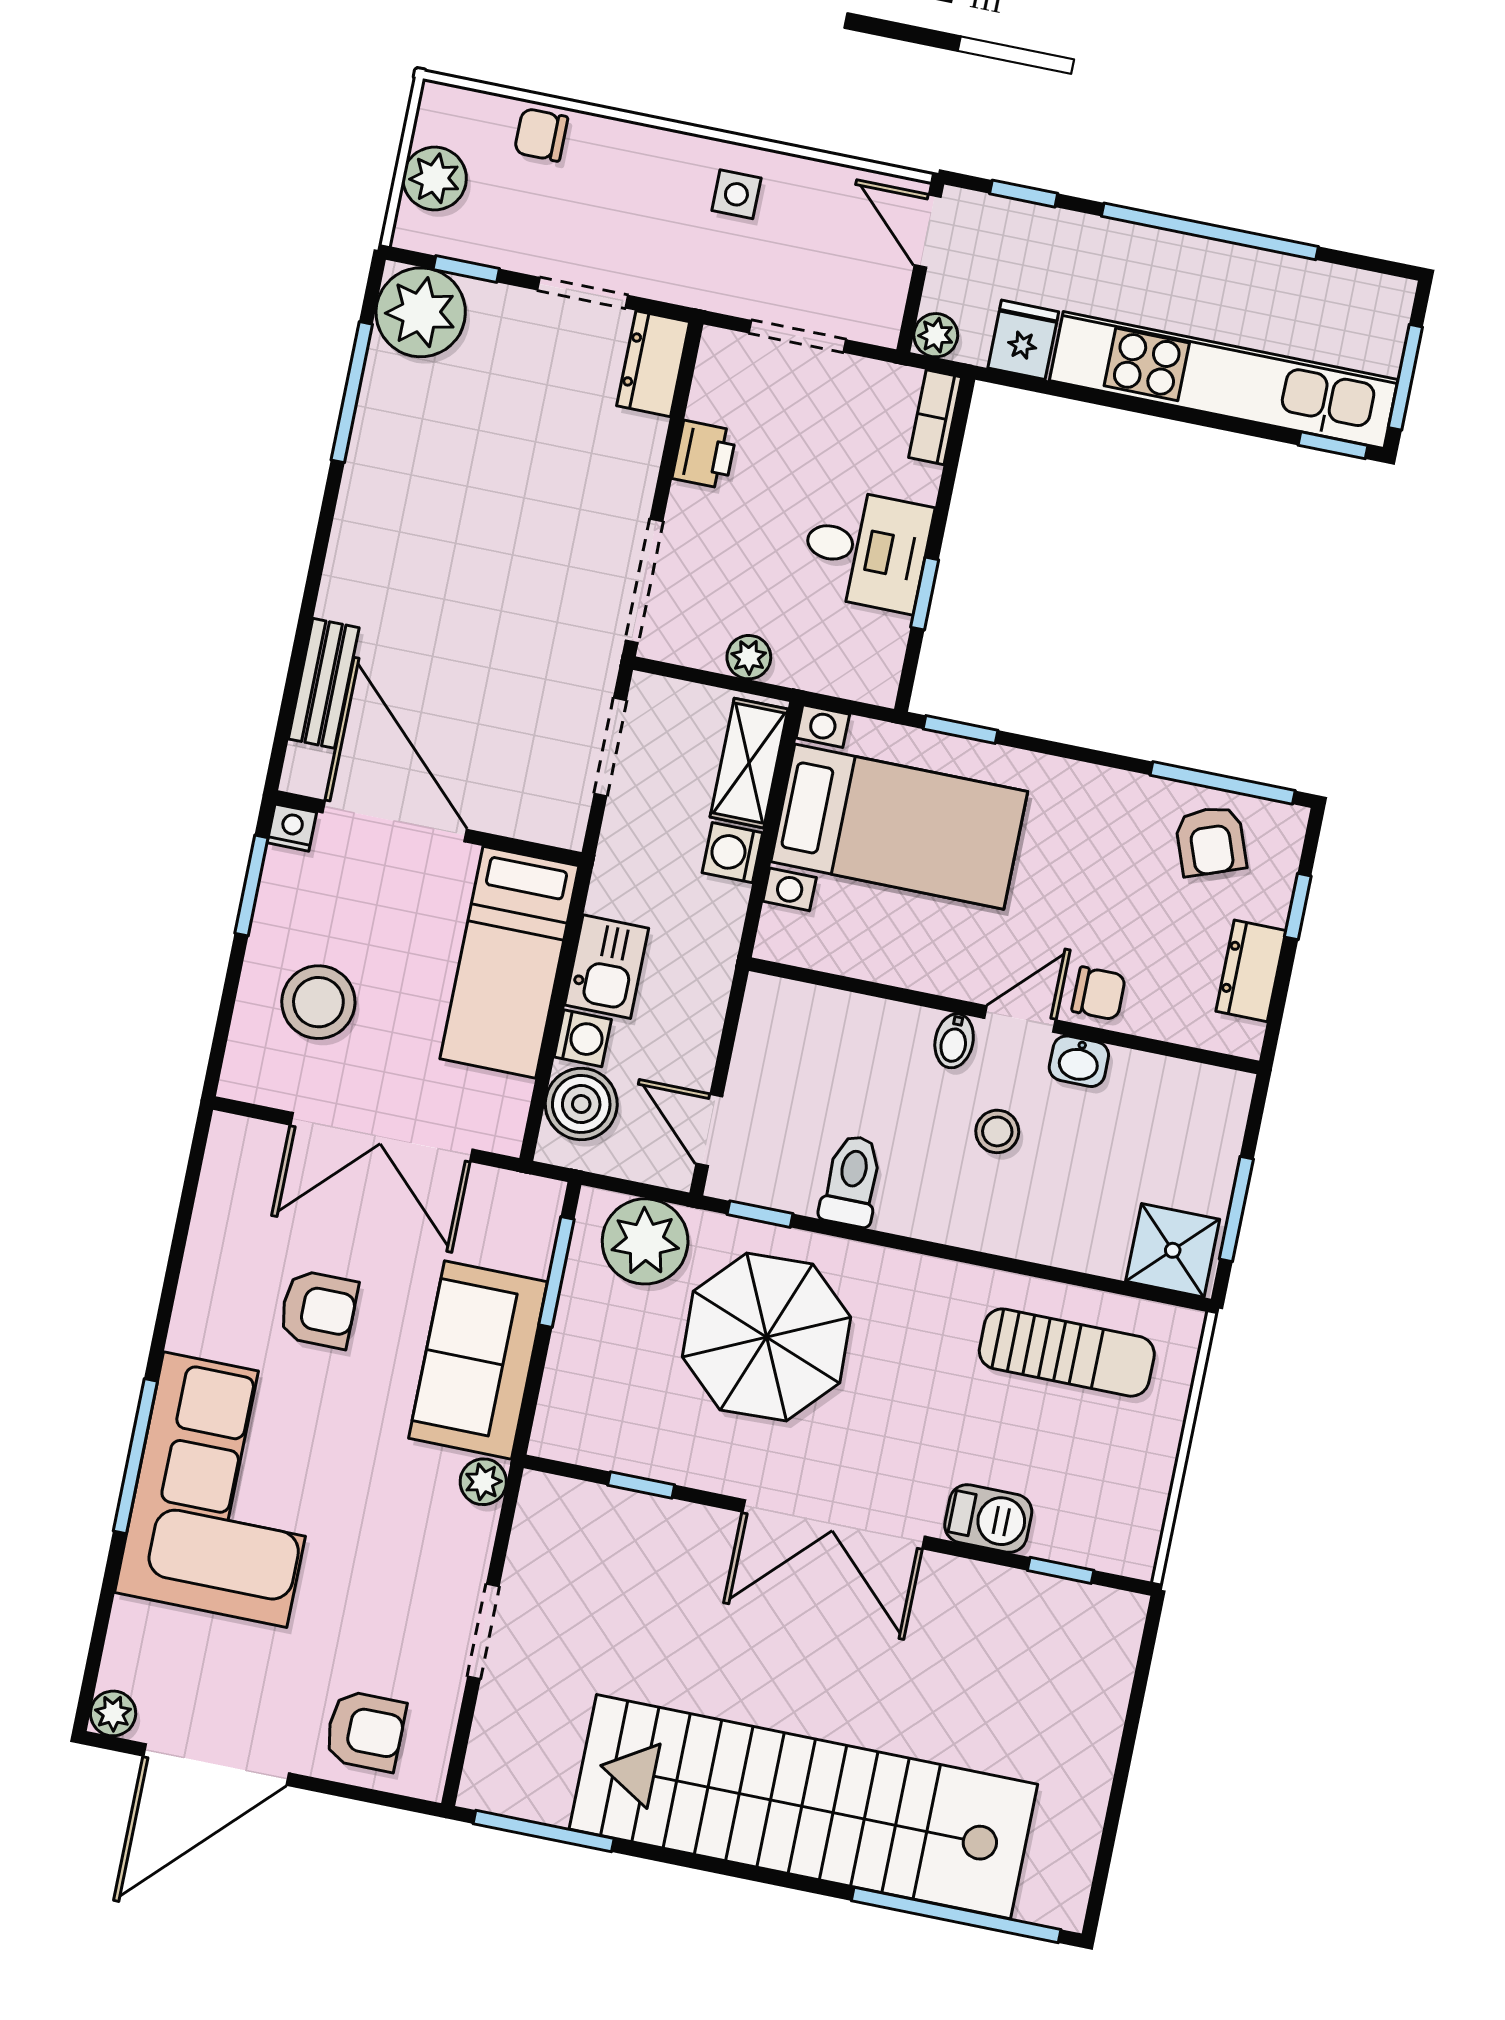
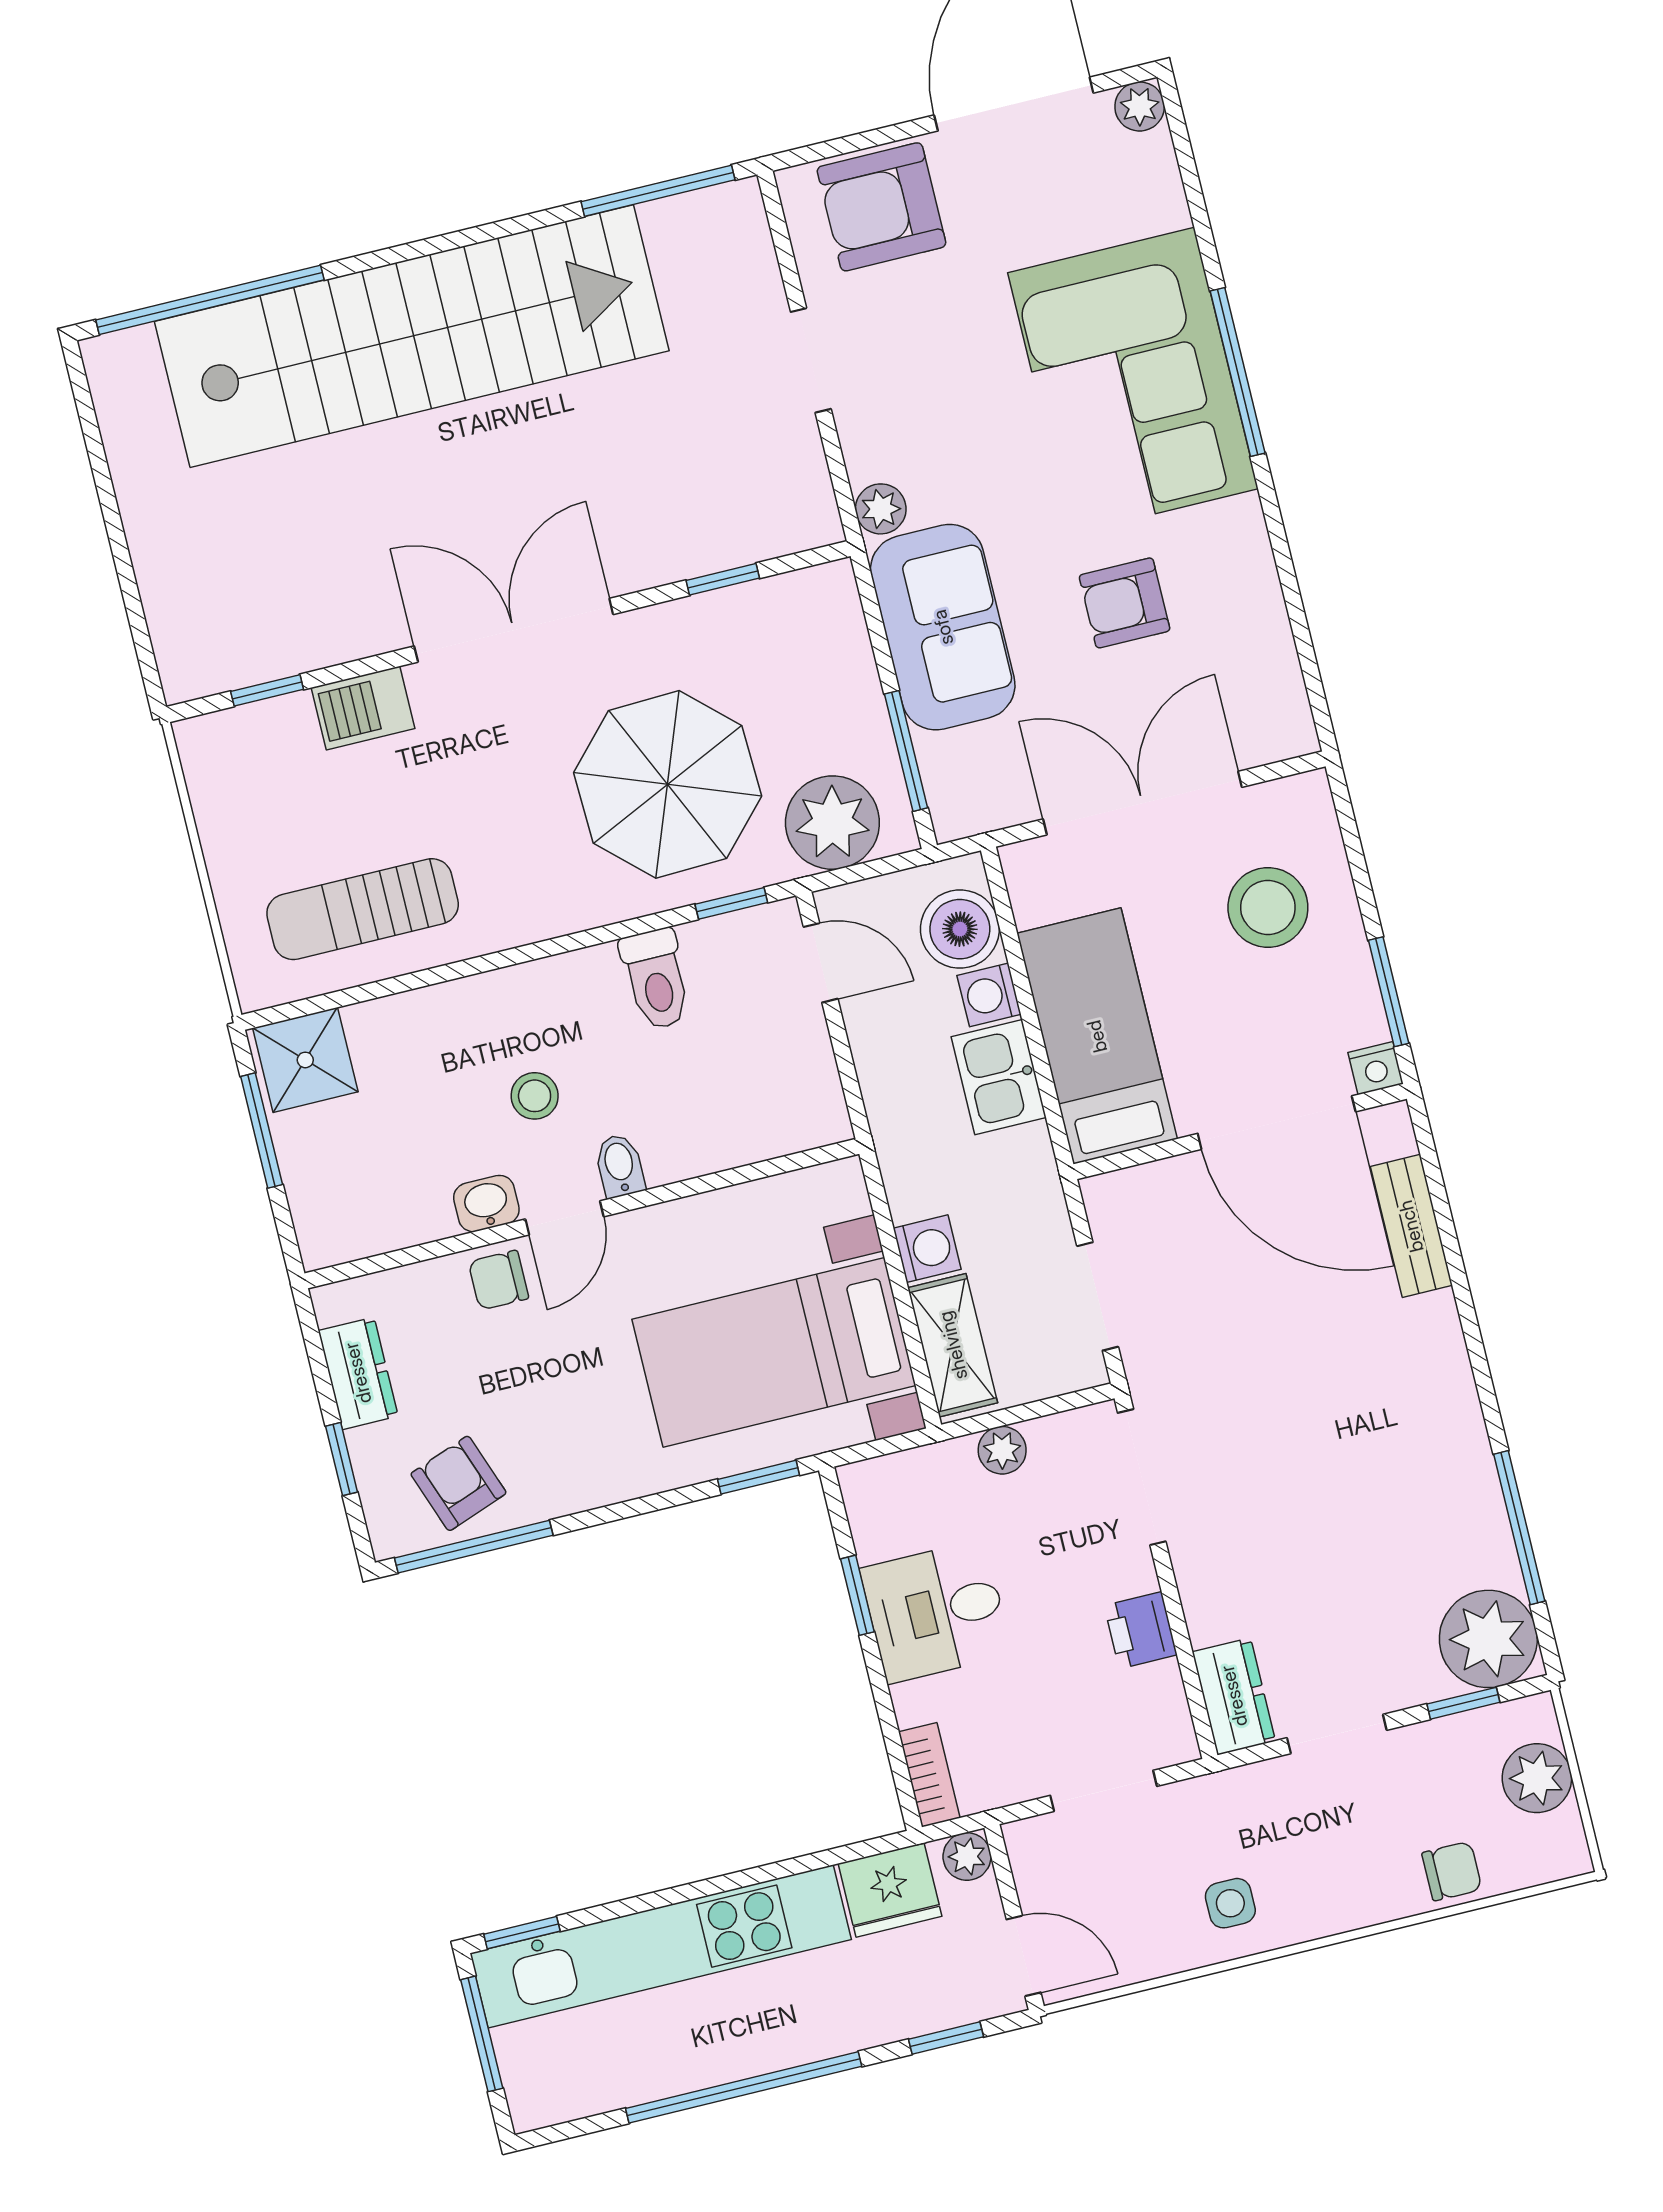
fridge: (1023, 340) -> (890, 1890), width x1.38
armchair: (365, 1731) -> (881, 207), width x1.38, depth x1.38

